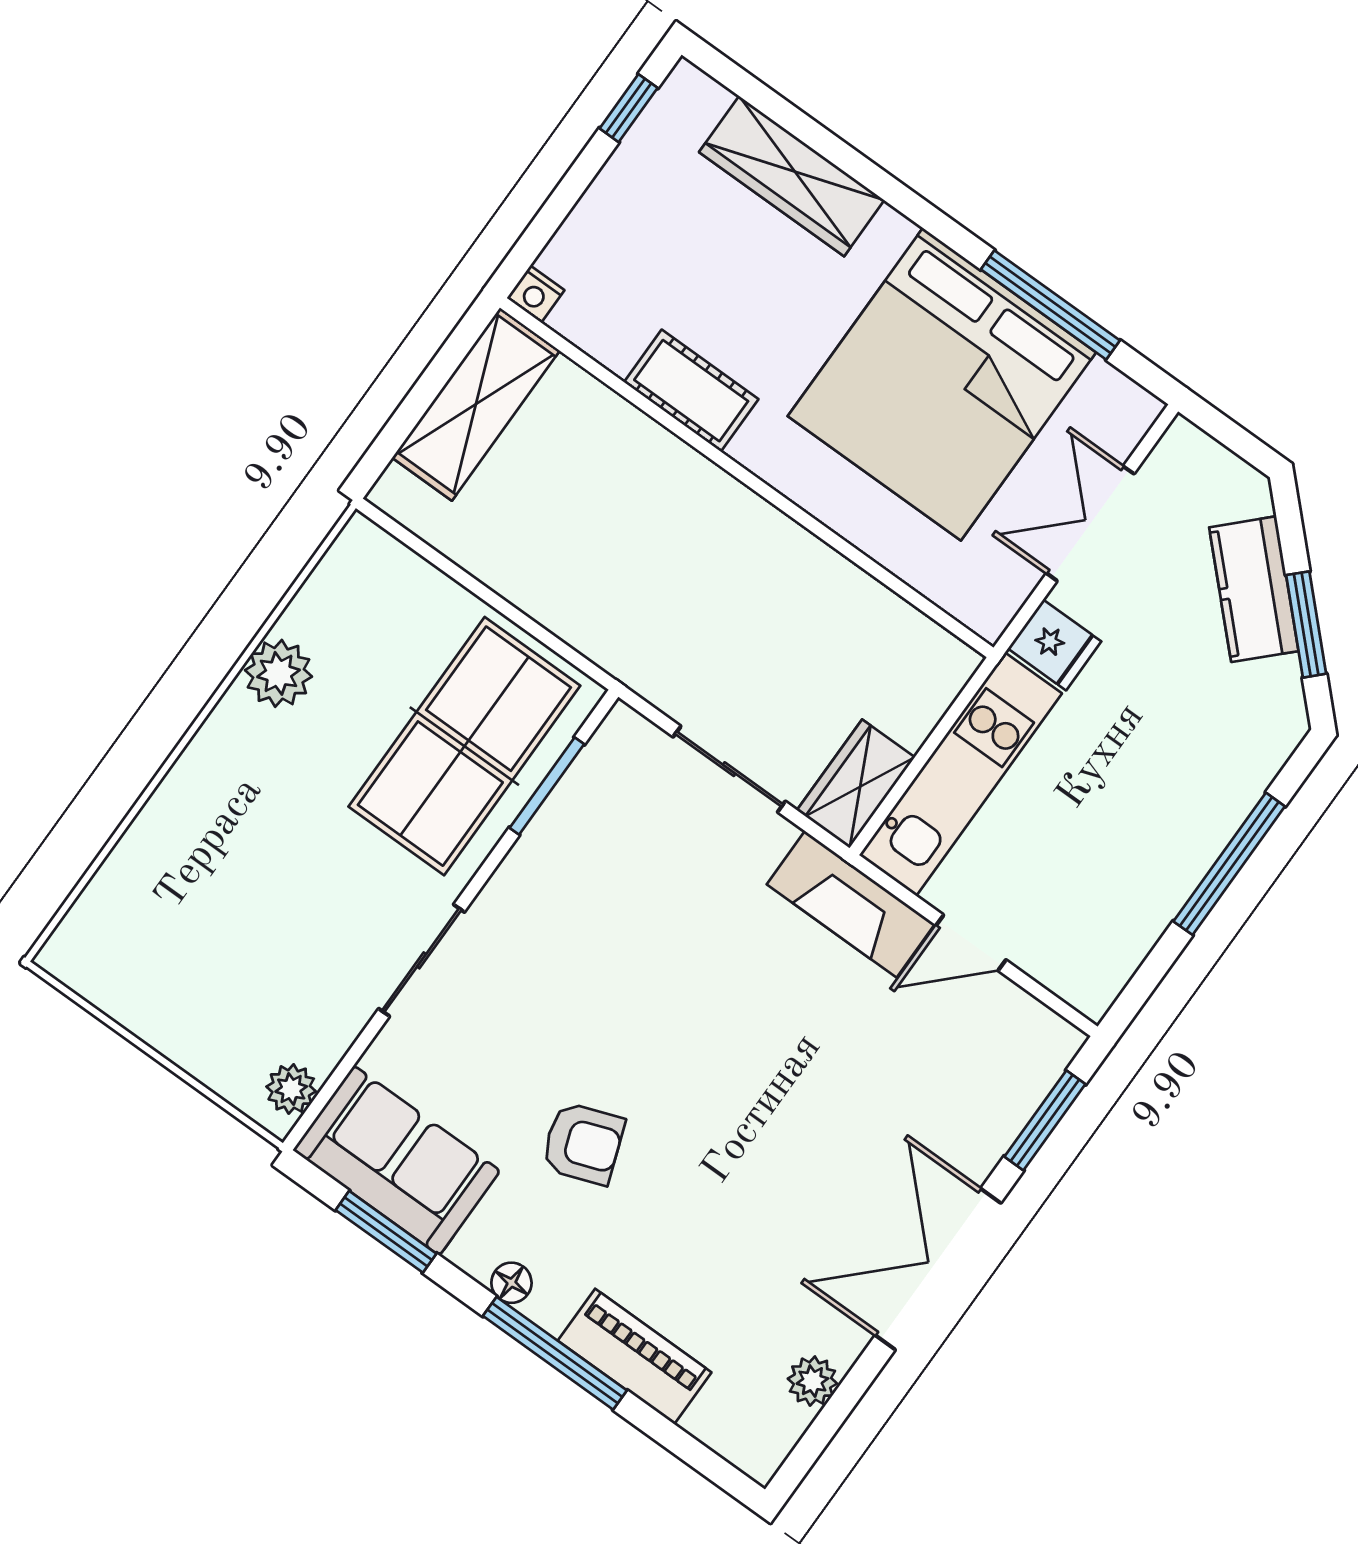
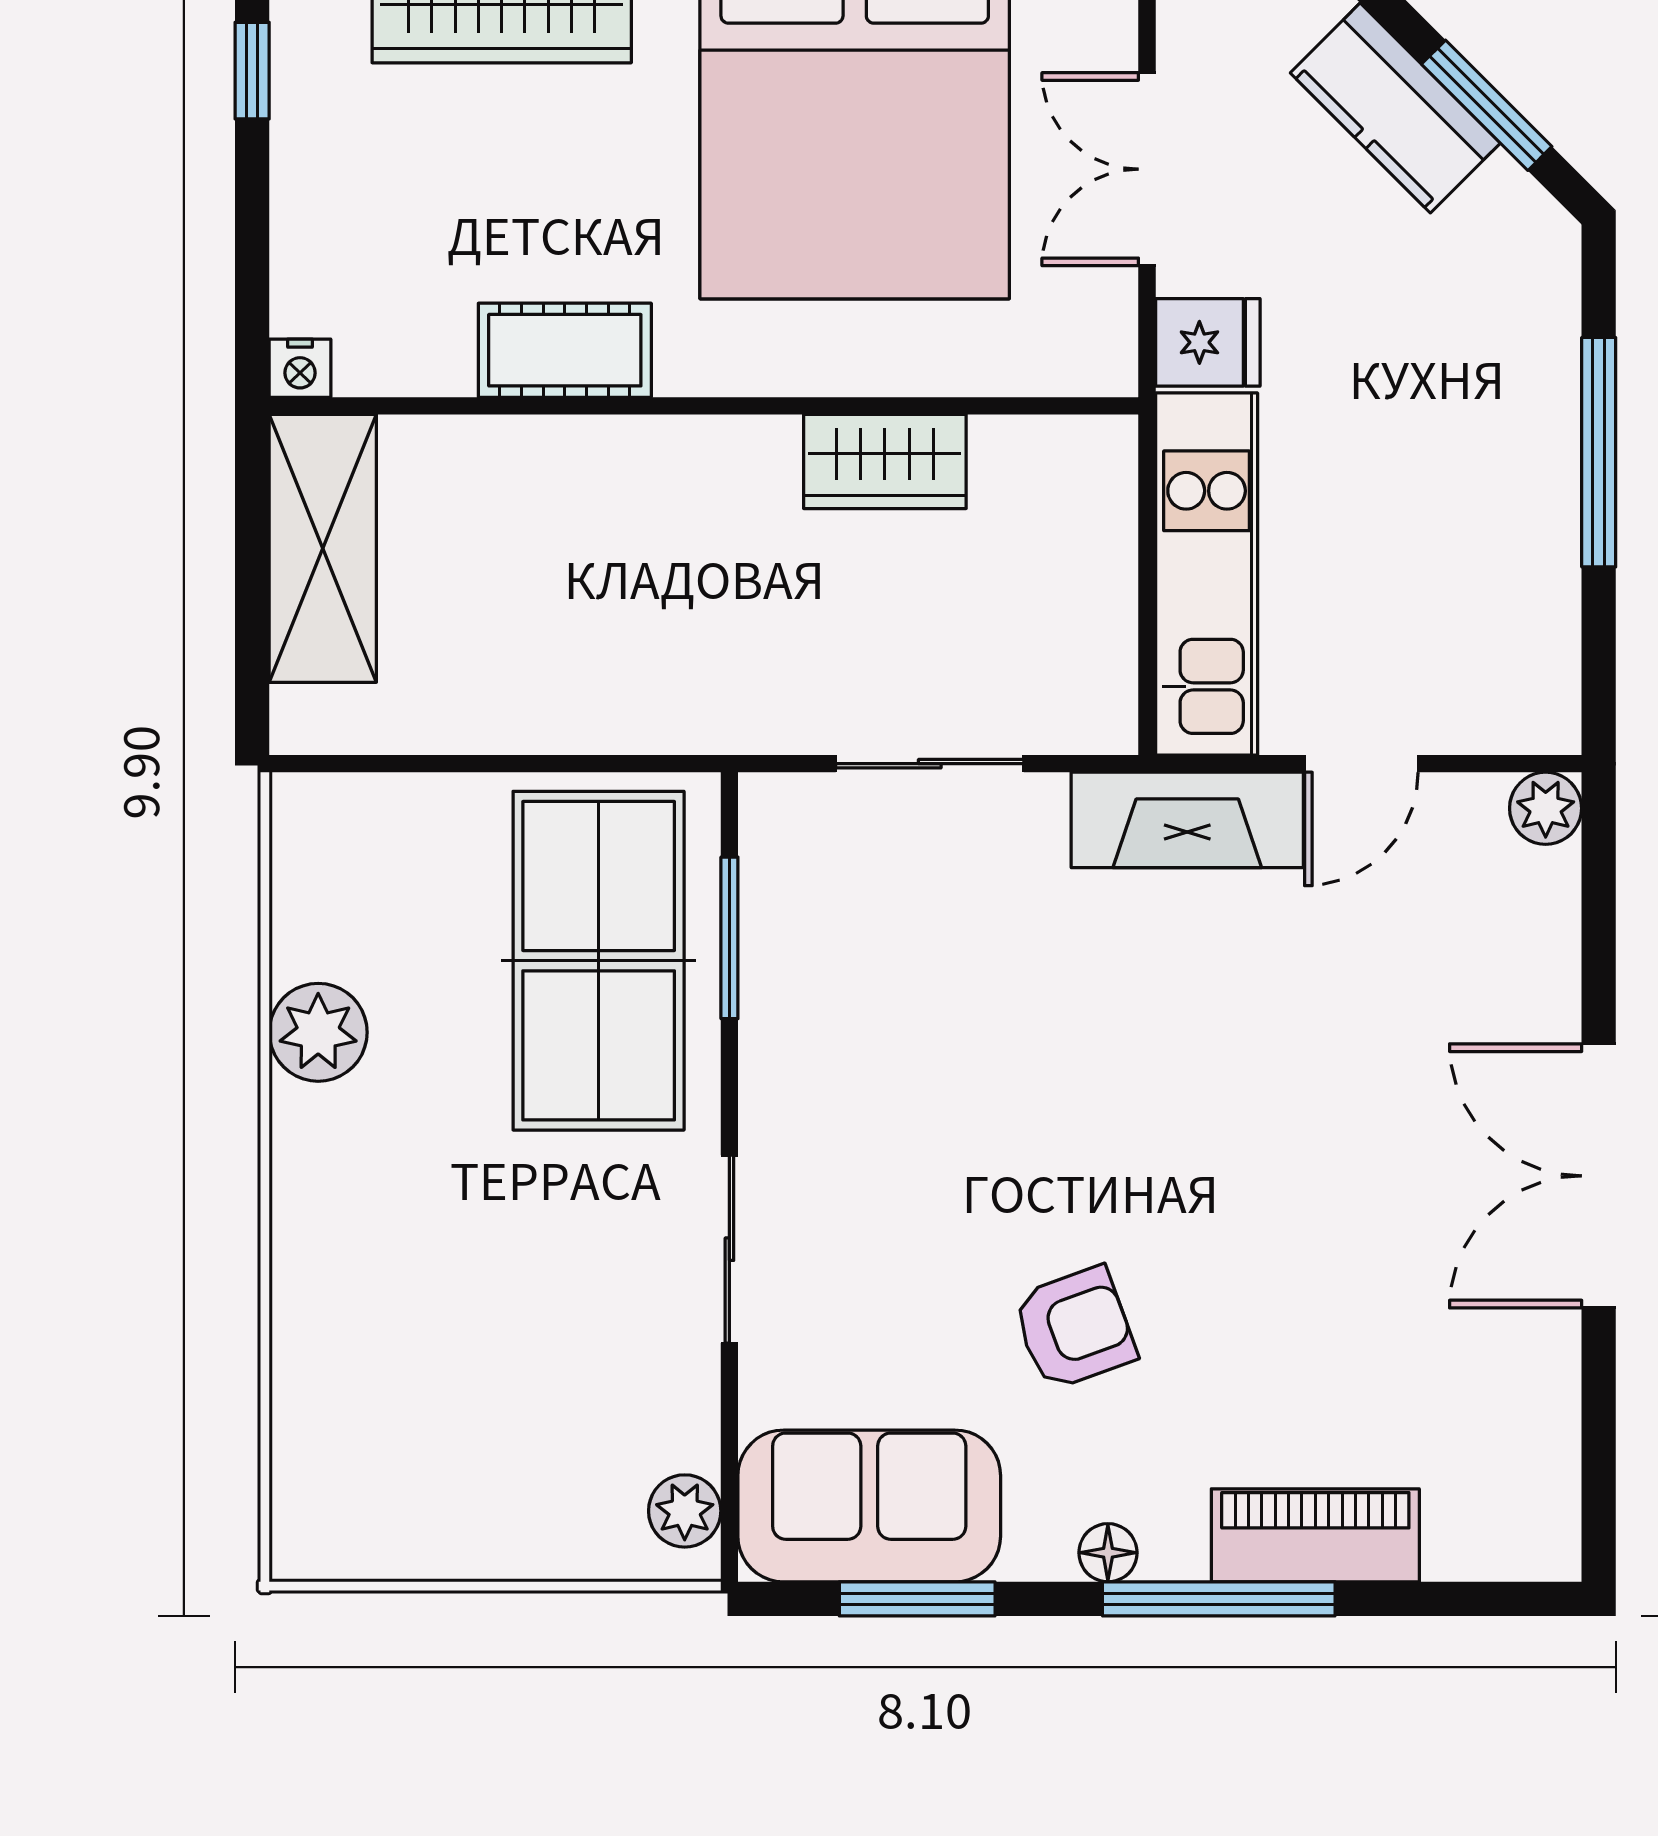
wardrobe: (856, 784) -> (885, 461), moved, turned -90
window: (1045, 1120) -> (1599, 910), removed
plant: (812, 1381) -> (1546, 808), moved

